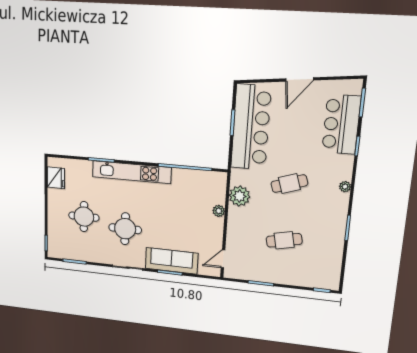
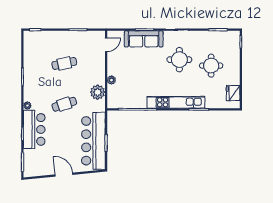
door: (300, 79) -> (64, 175), hinge flipped
bar counter: (341, 124) -> (34, 129), moved

